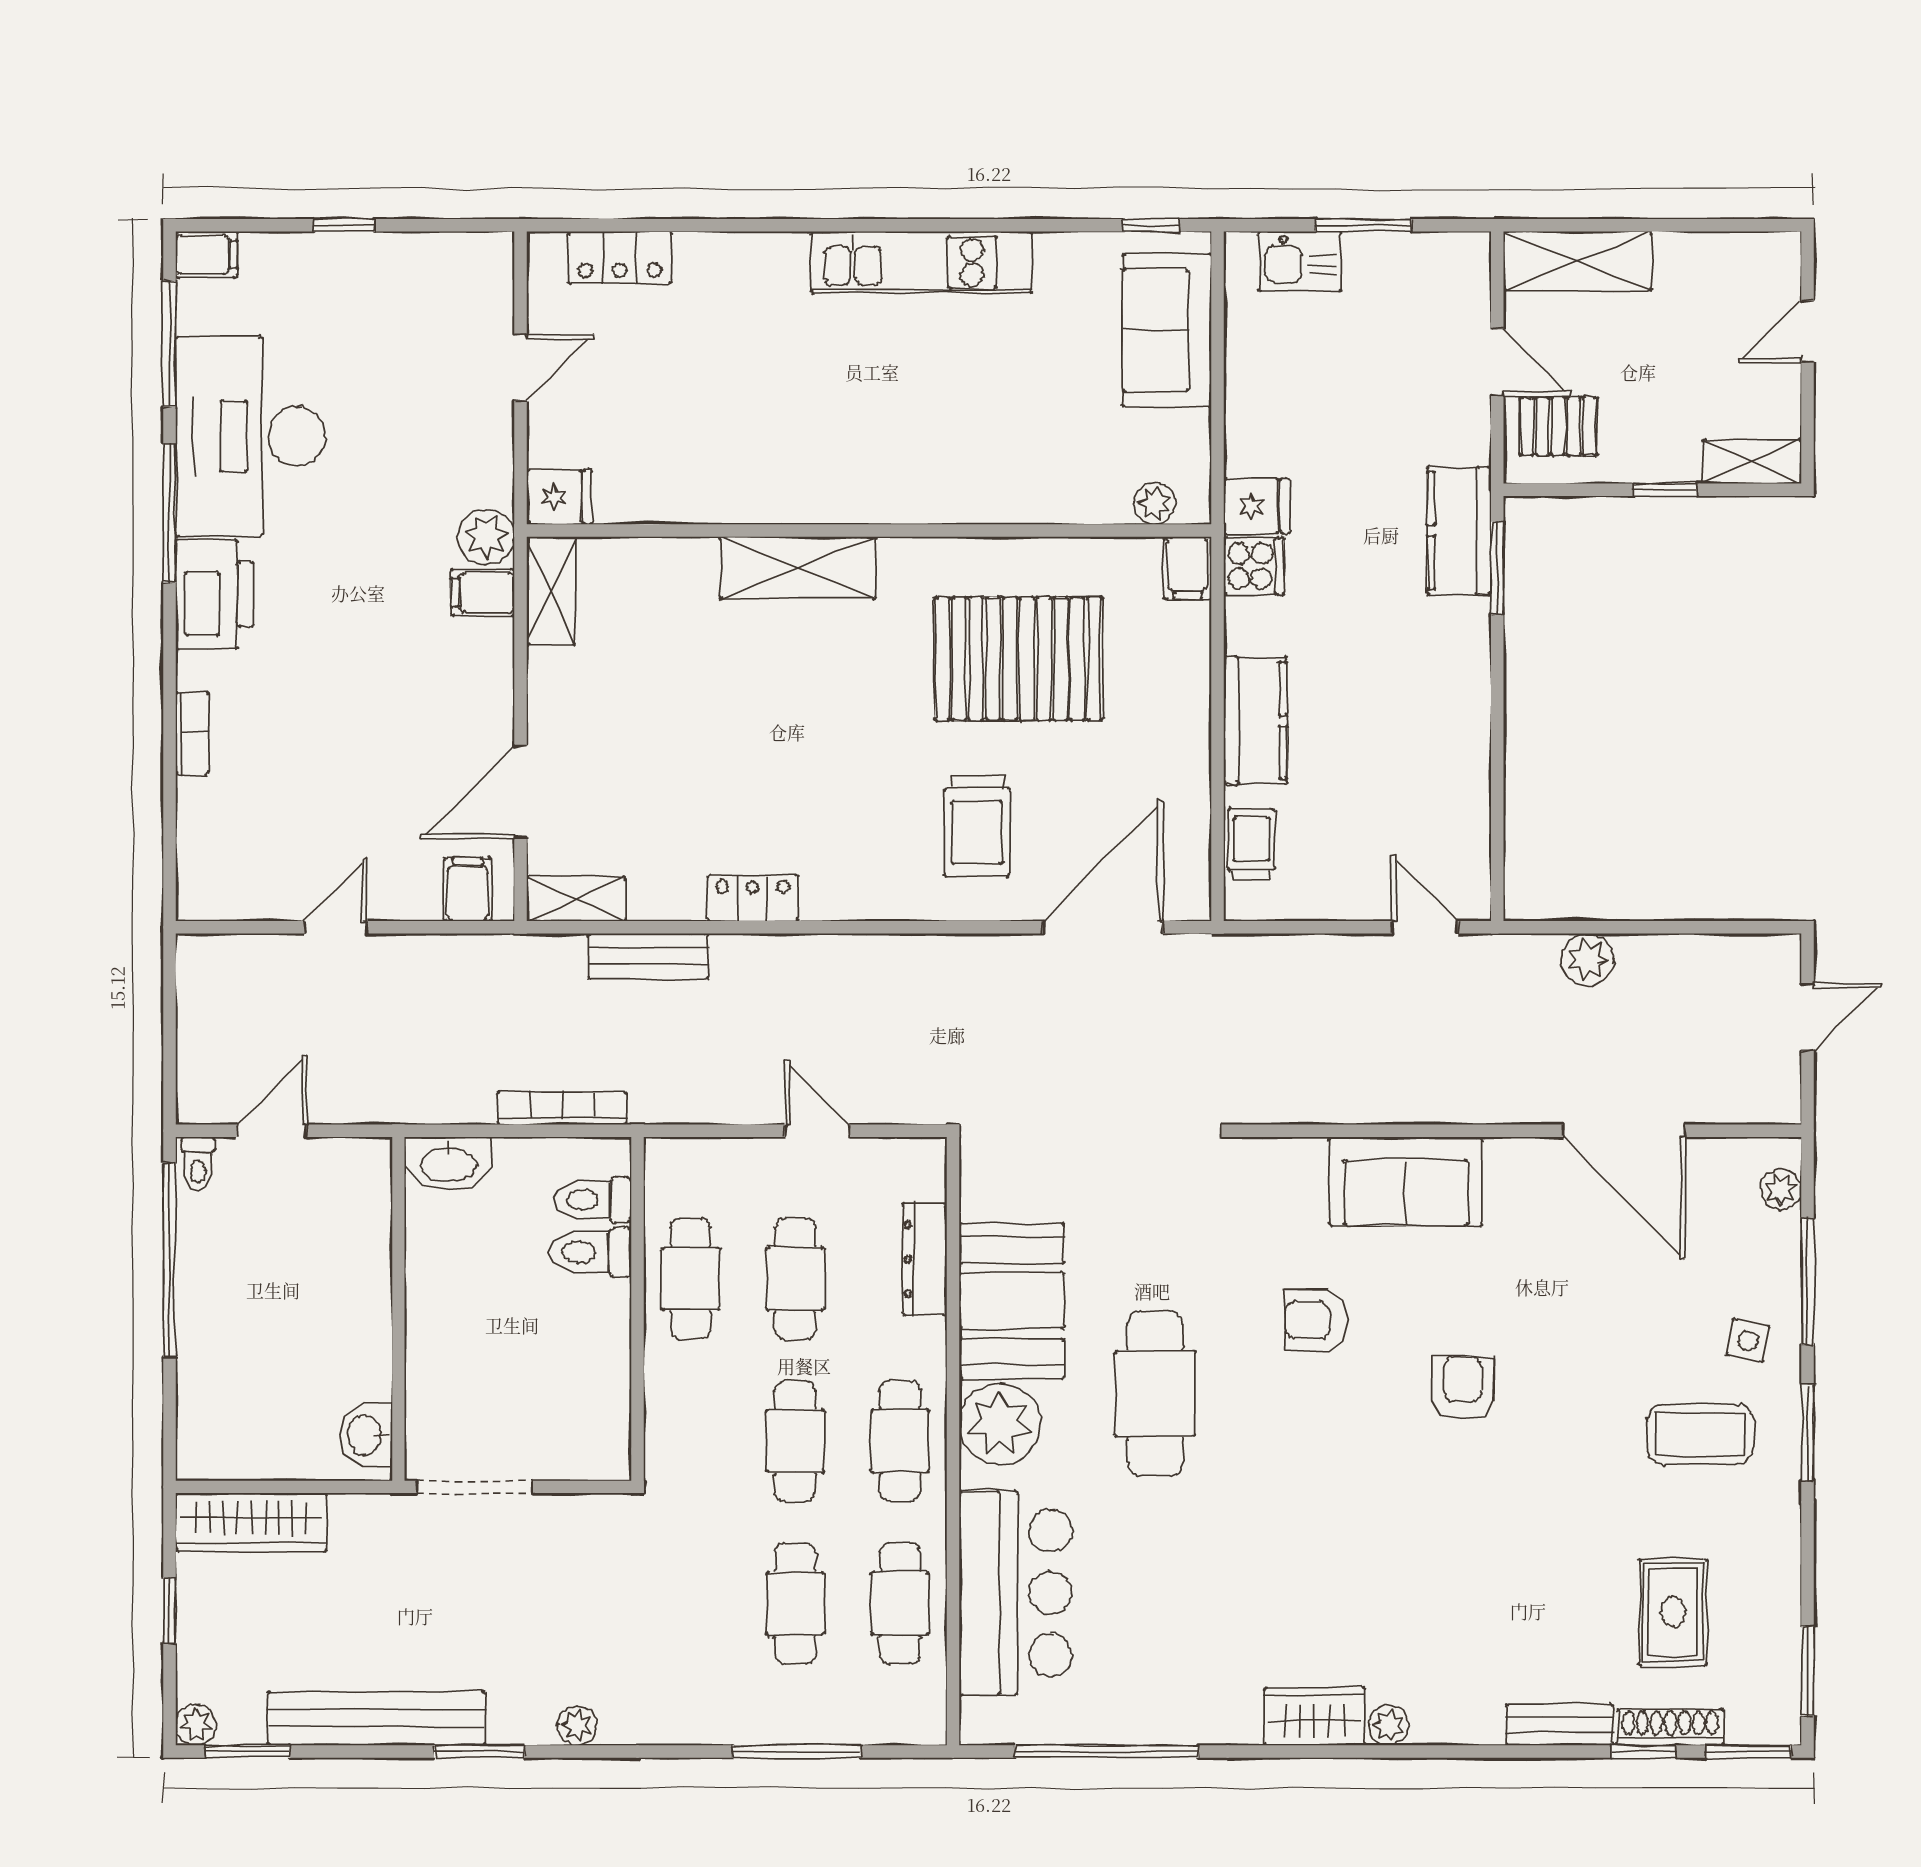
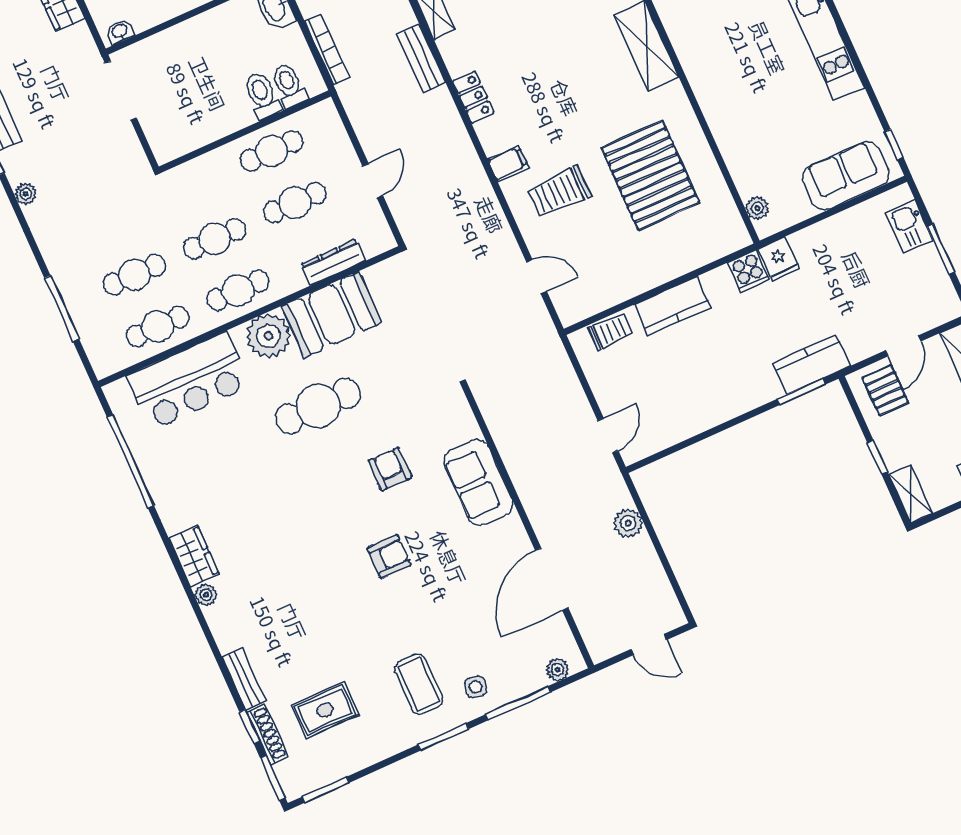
filing cabinet: (1188, 568) -> (508, 163), moved, turned 180
door: (1103, 927) -> (537, 277), width x0.53
washbasin: (366, 1435) -> (120, 31), width x0.72, depth x0.69

